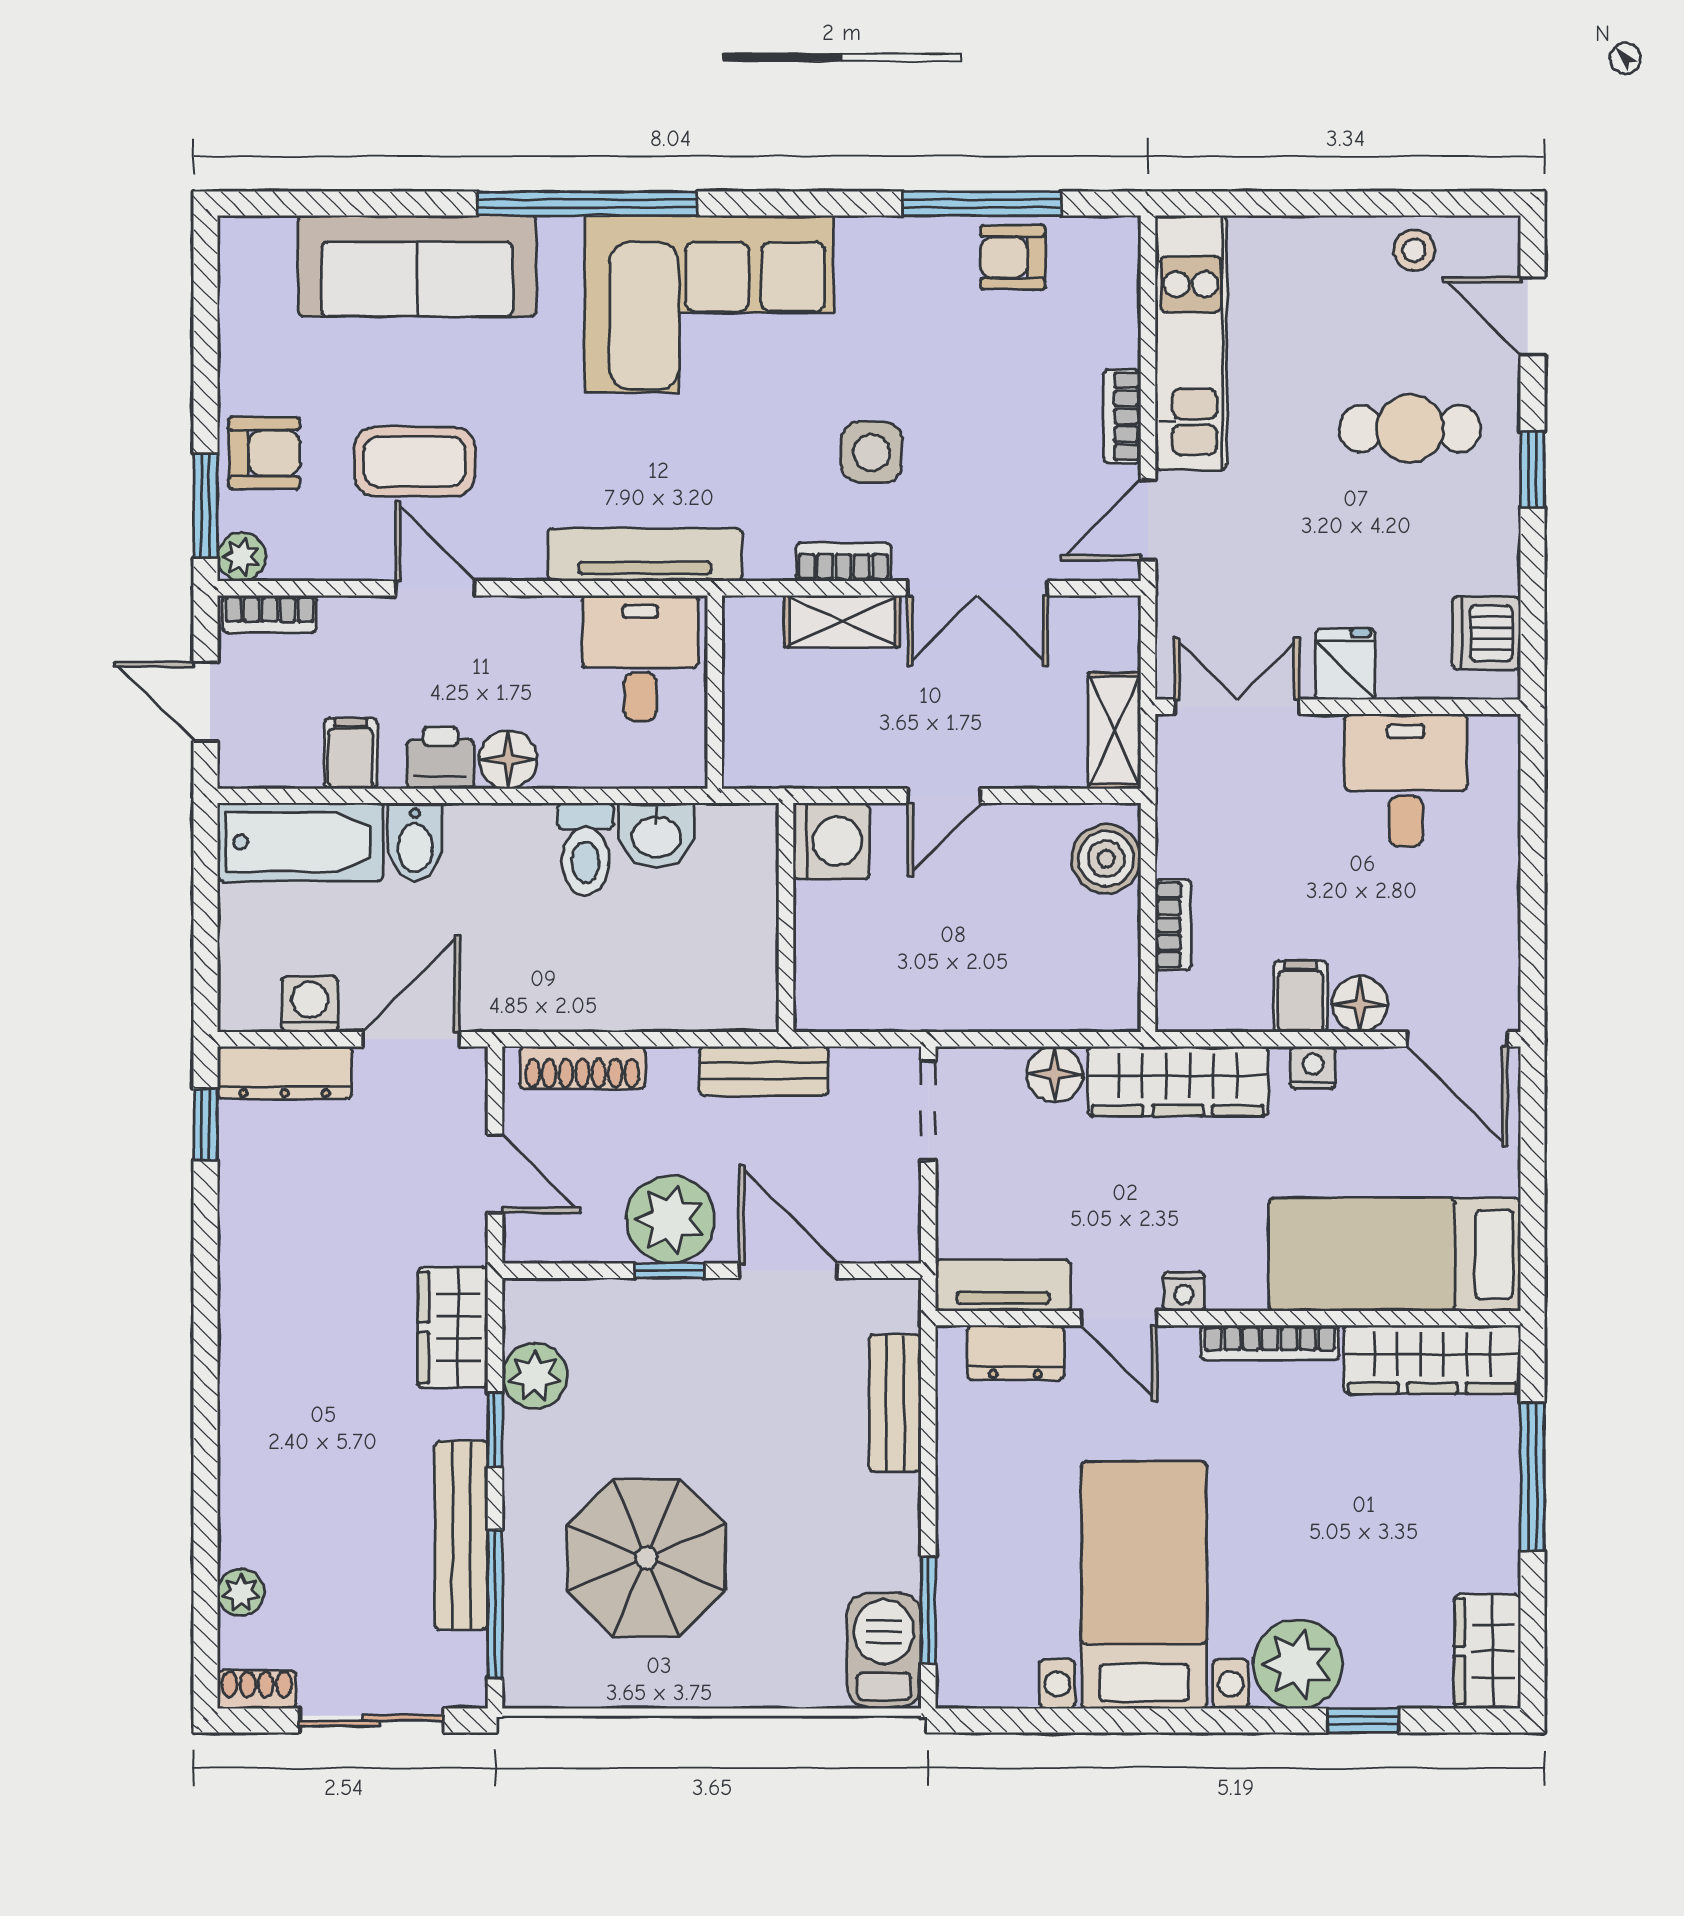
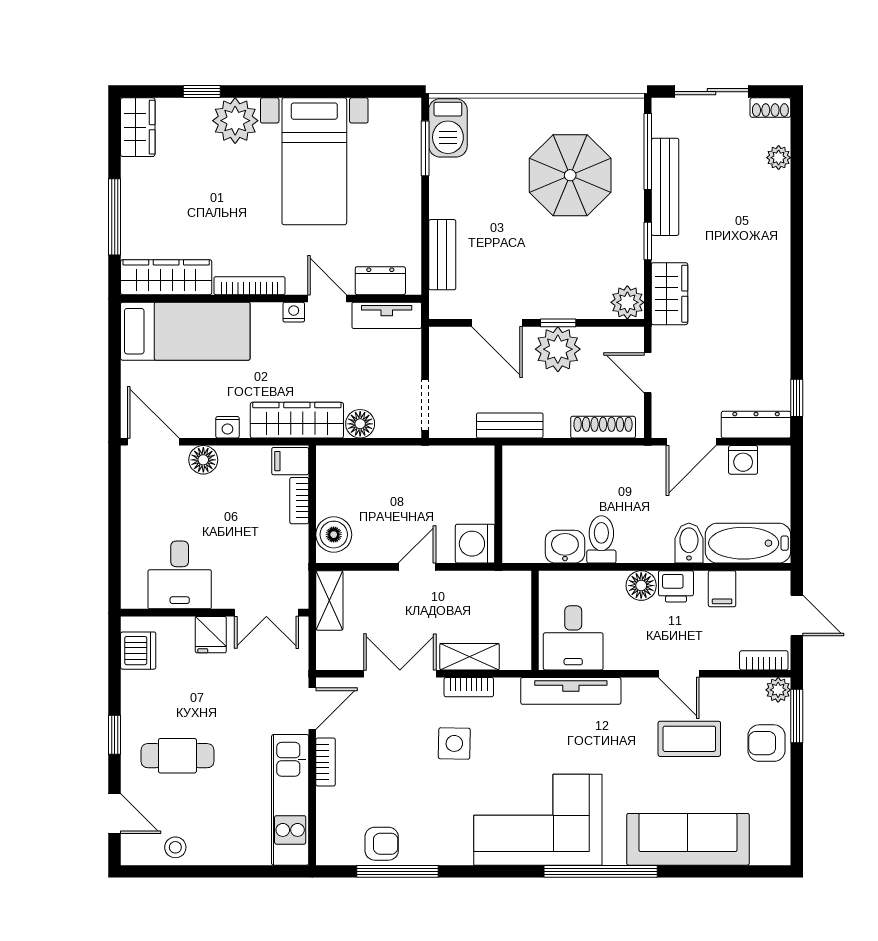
filing cabinet: (1300, 996) -> (290, 461), moved, turned 90
plant: (535, 1376) -> (627, 302), moved

